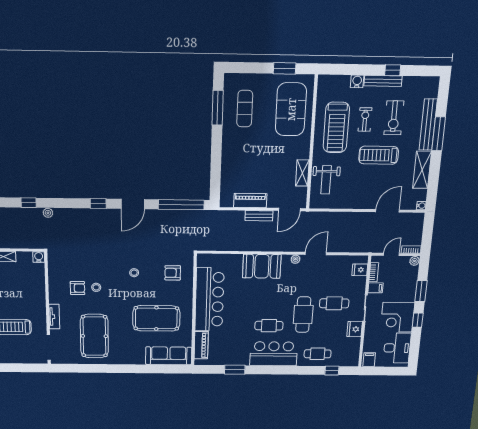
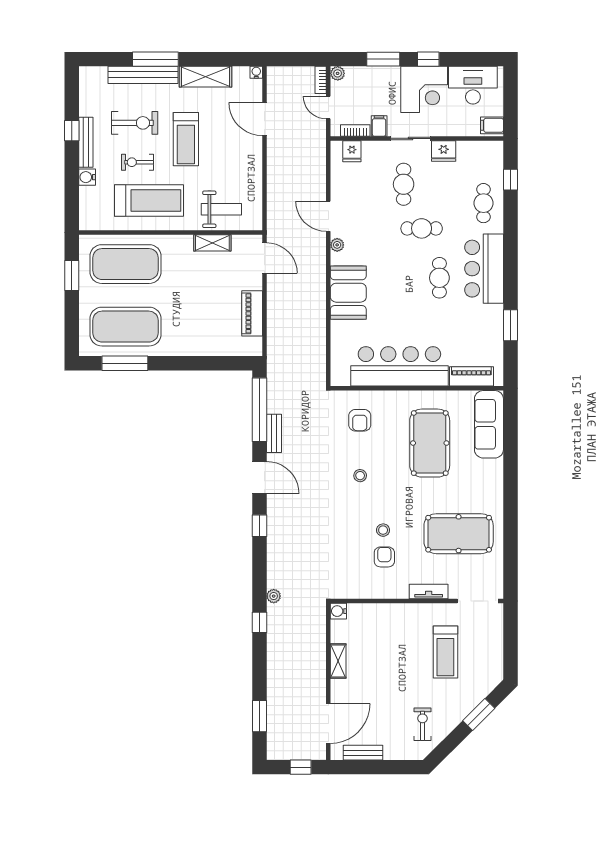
exercise mat: (245, 109) -> (125, 327), width x2.00, depth x1.45
bench: (259, 216) -> (274, 433), moved
cafe table: (303, 315) -> (422, 228), width x0.73, depth x0.74

